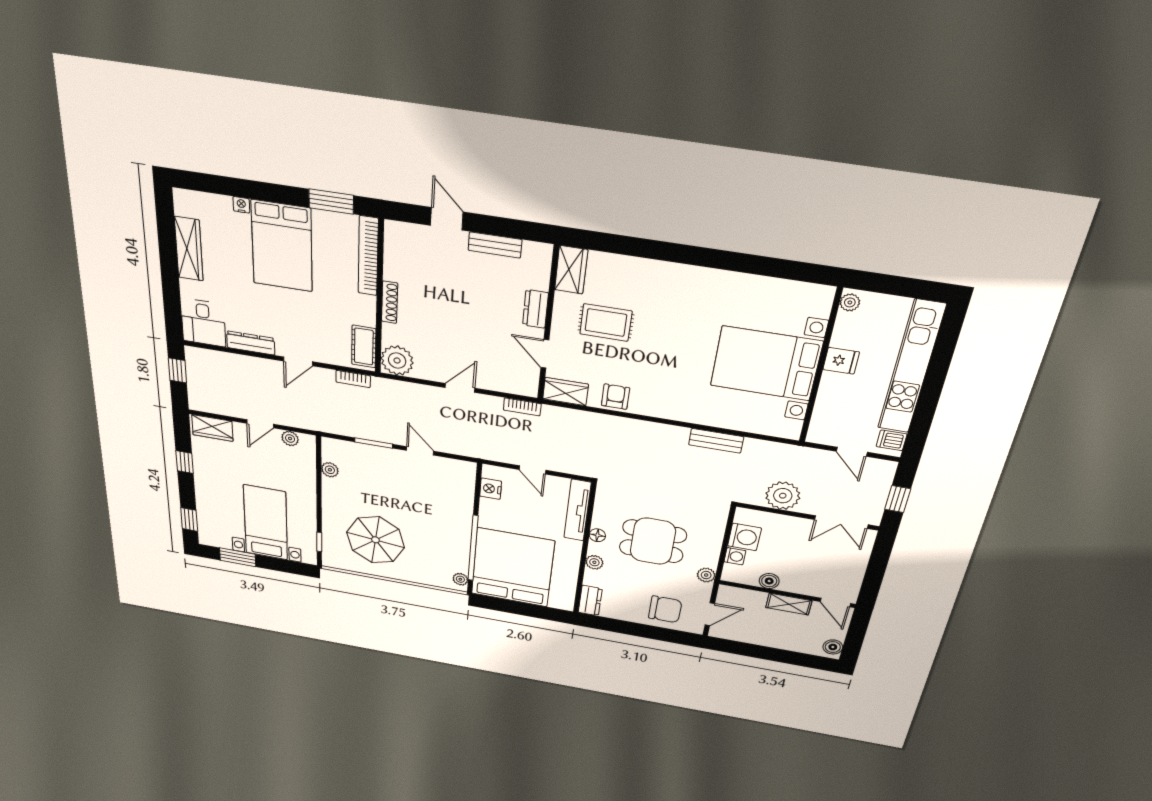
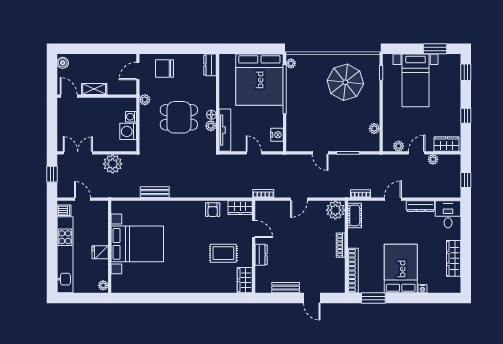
plant: (233, 410) -> (433, 159), added
plant: (594, 562) -> (211, 126), moved
boiler: (769, 581) -> (108, 103), removed

